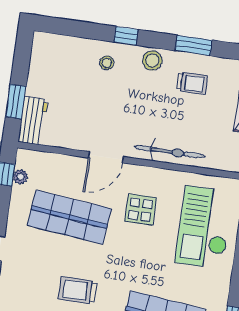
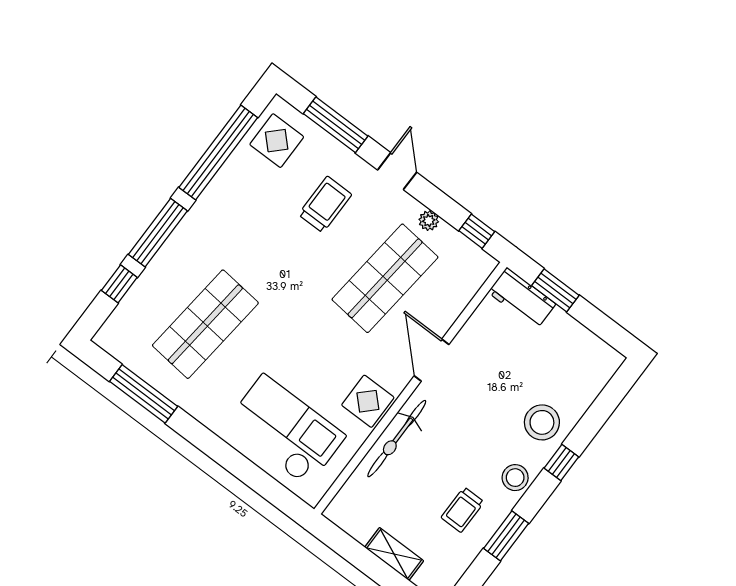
stool: (107, 63) -> (542, 422), width x1.89, depth x1.89
plant: (20, 177) -> (429, 221), moved
display table: (140, 209) -> (368, 401), moved
trolley: (78, 290) -> (325, 204), moved

